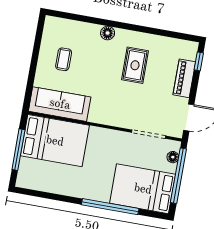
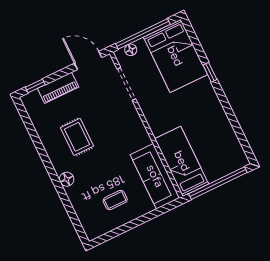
rug: (135, 65) -> (77, 137), turned 90
bed: (55, 141) -> (182, 161), width x0.67
window: (18, 150) -> (218, 183), width x1.46
window: (110, 207) -> (210, 72), width x0.32

